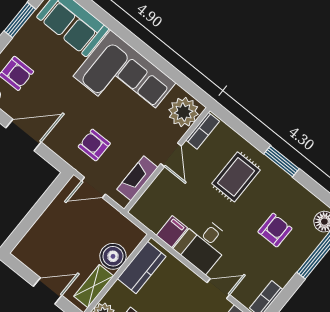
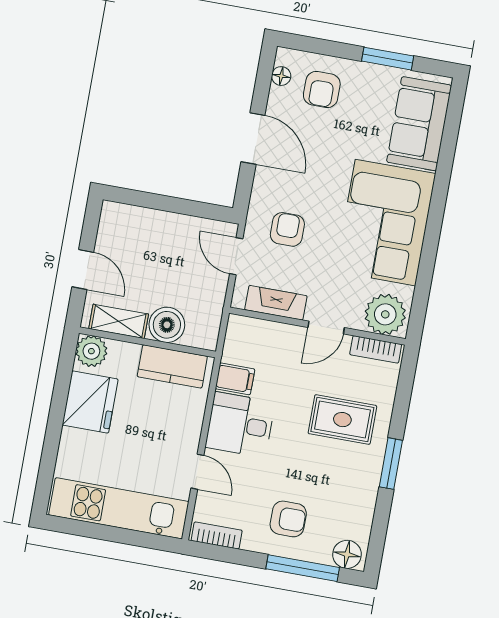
armchair: (275, 230) -> (288, 519), moved

